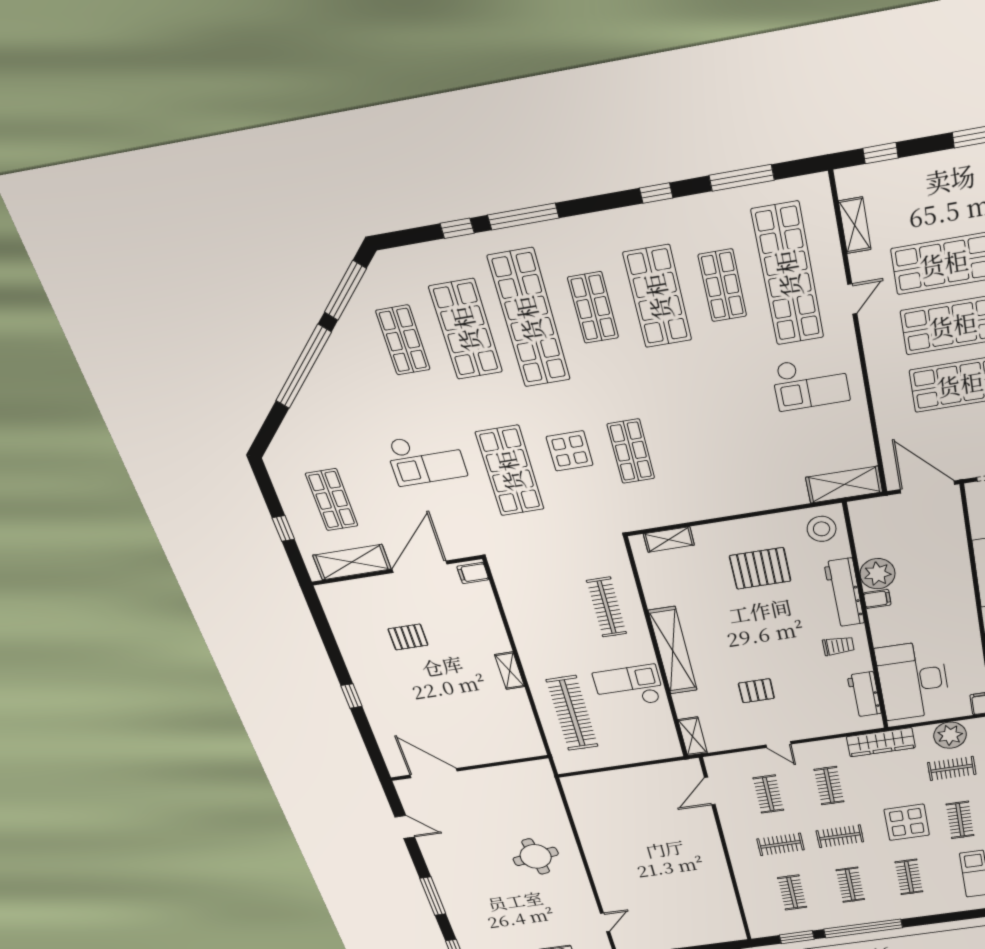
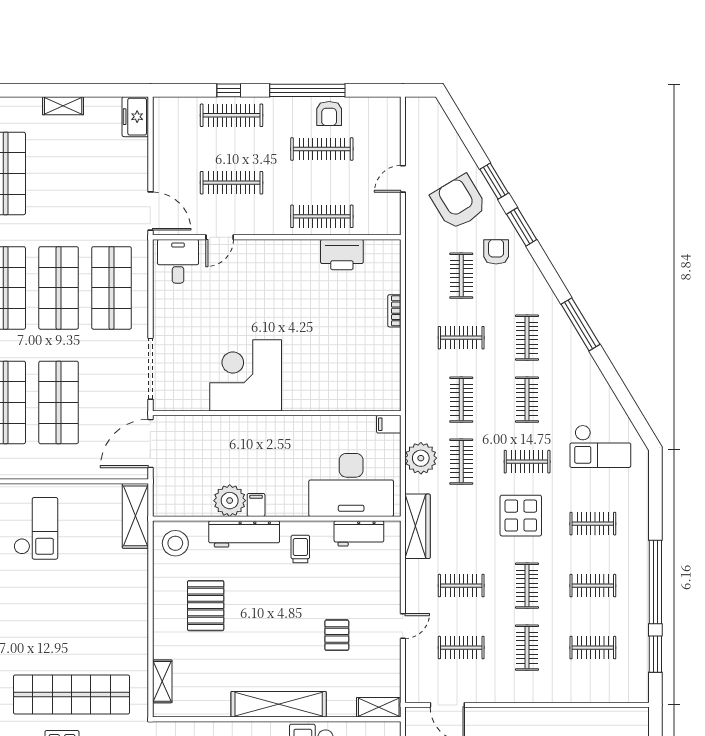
shop shelf: (631, 451) -> (72, 694), width x2.00, depth x1.36

